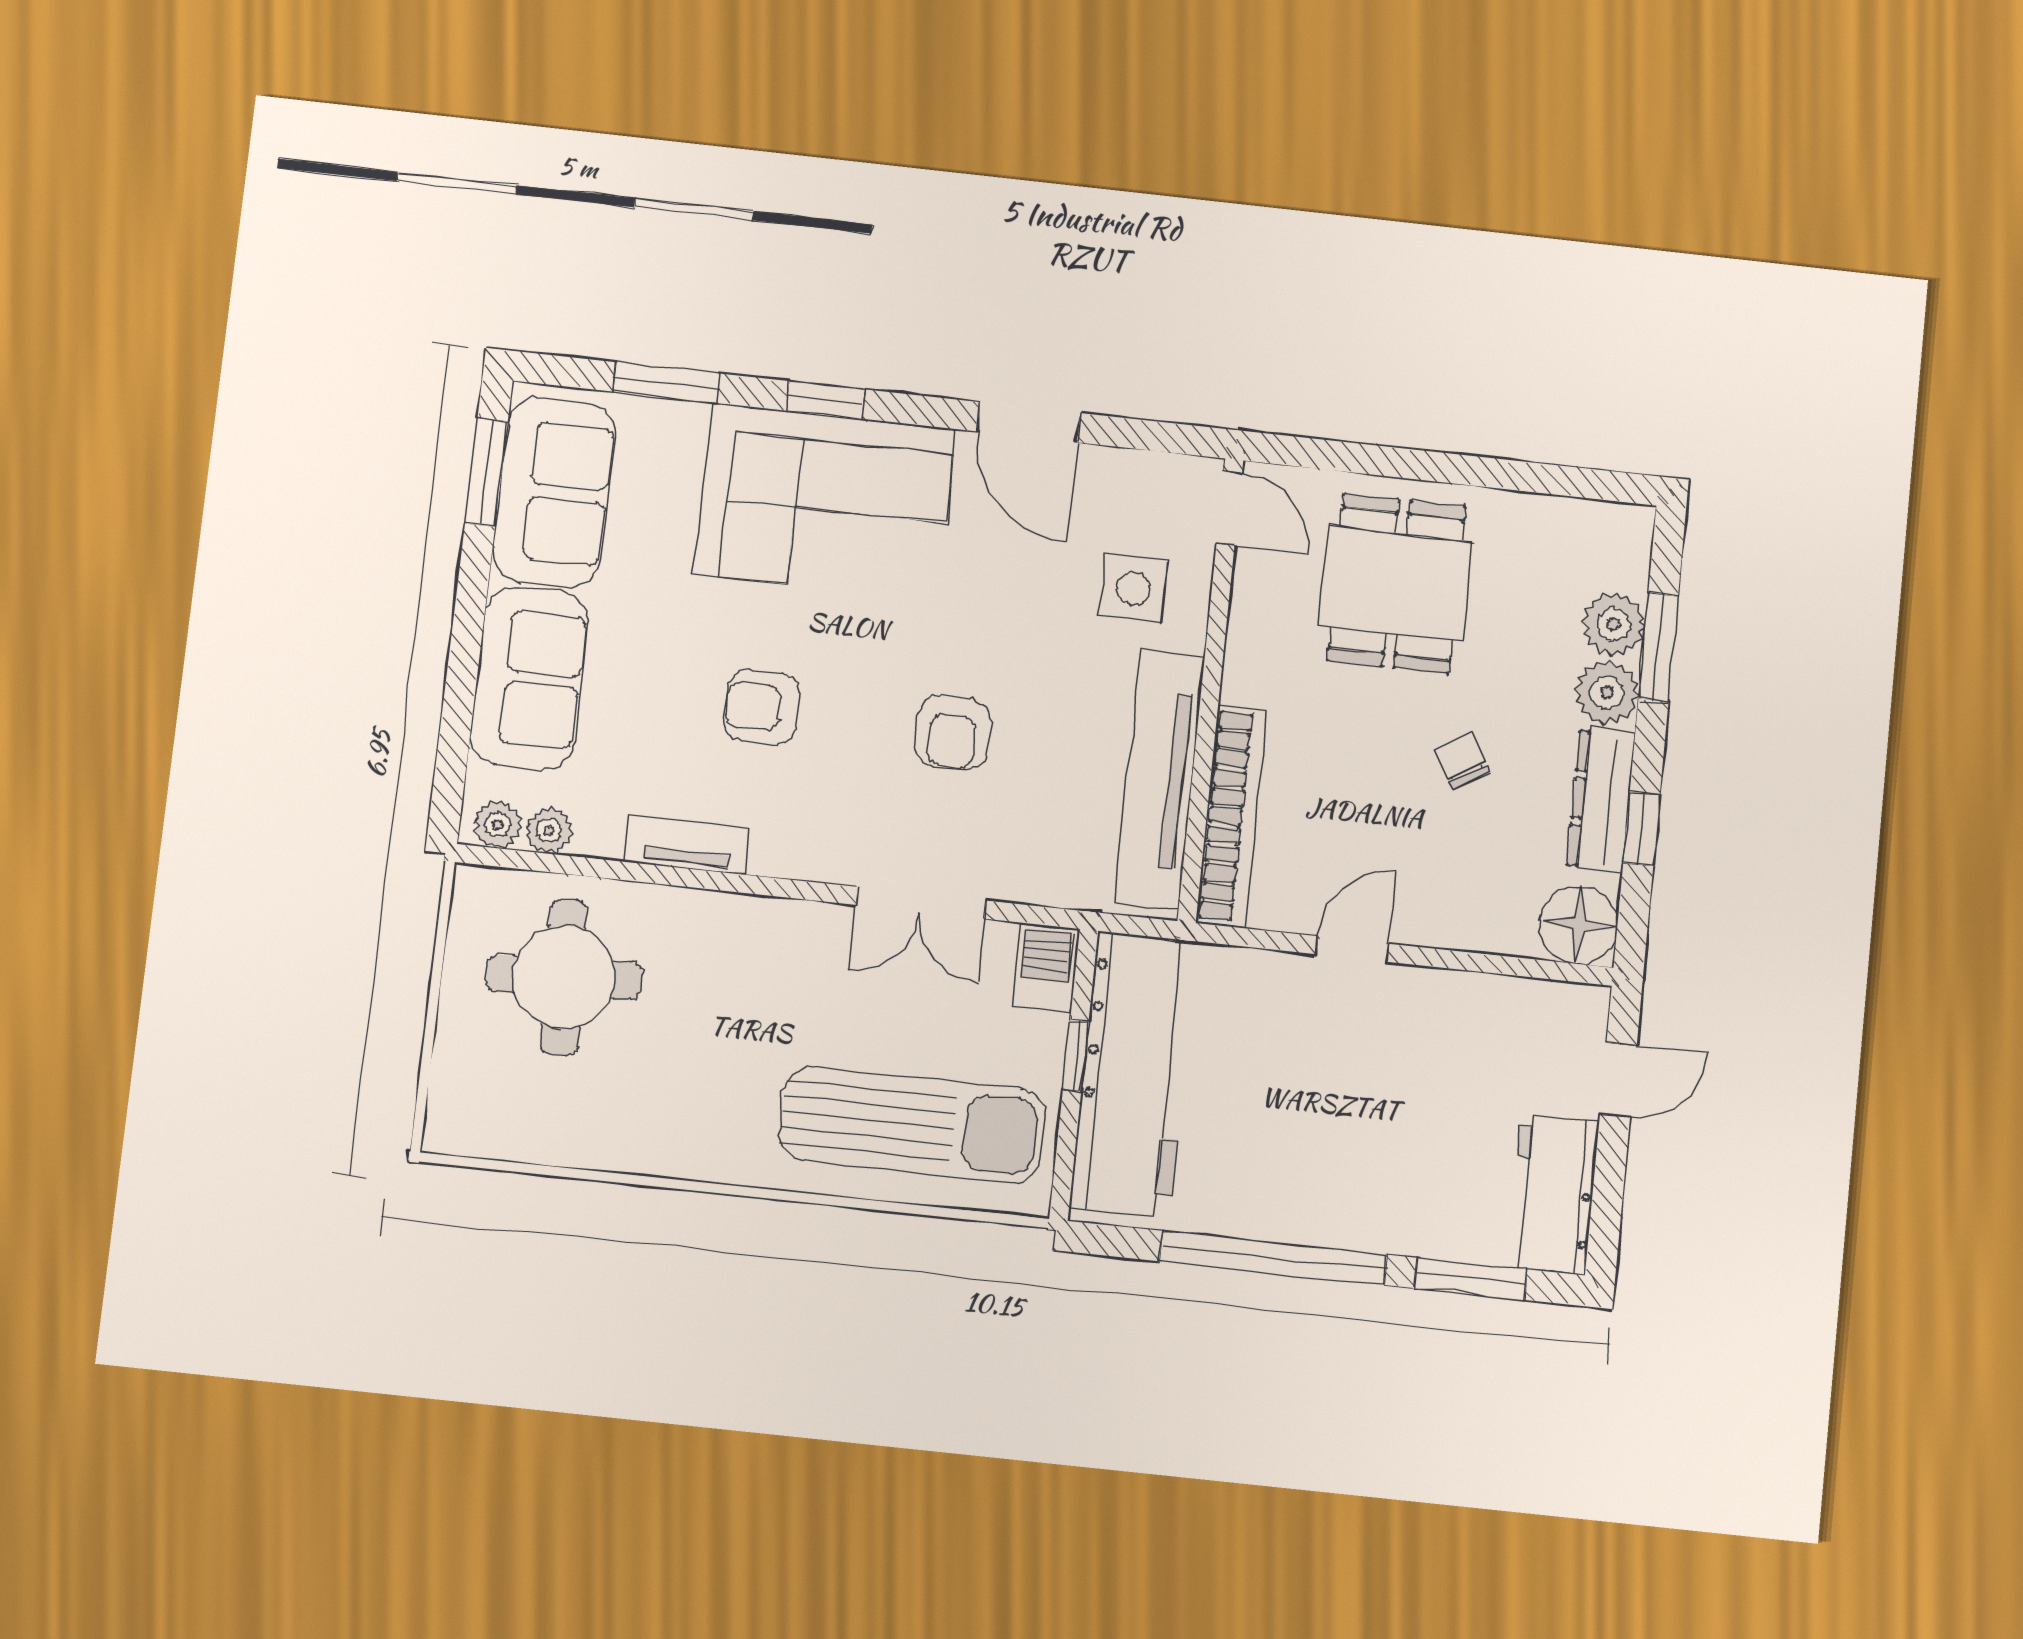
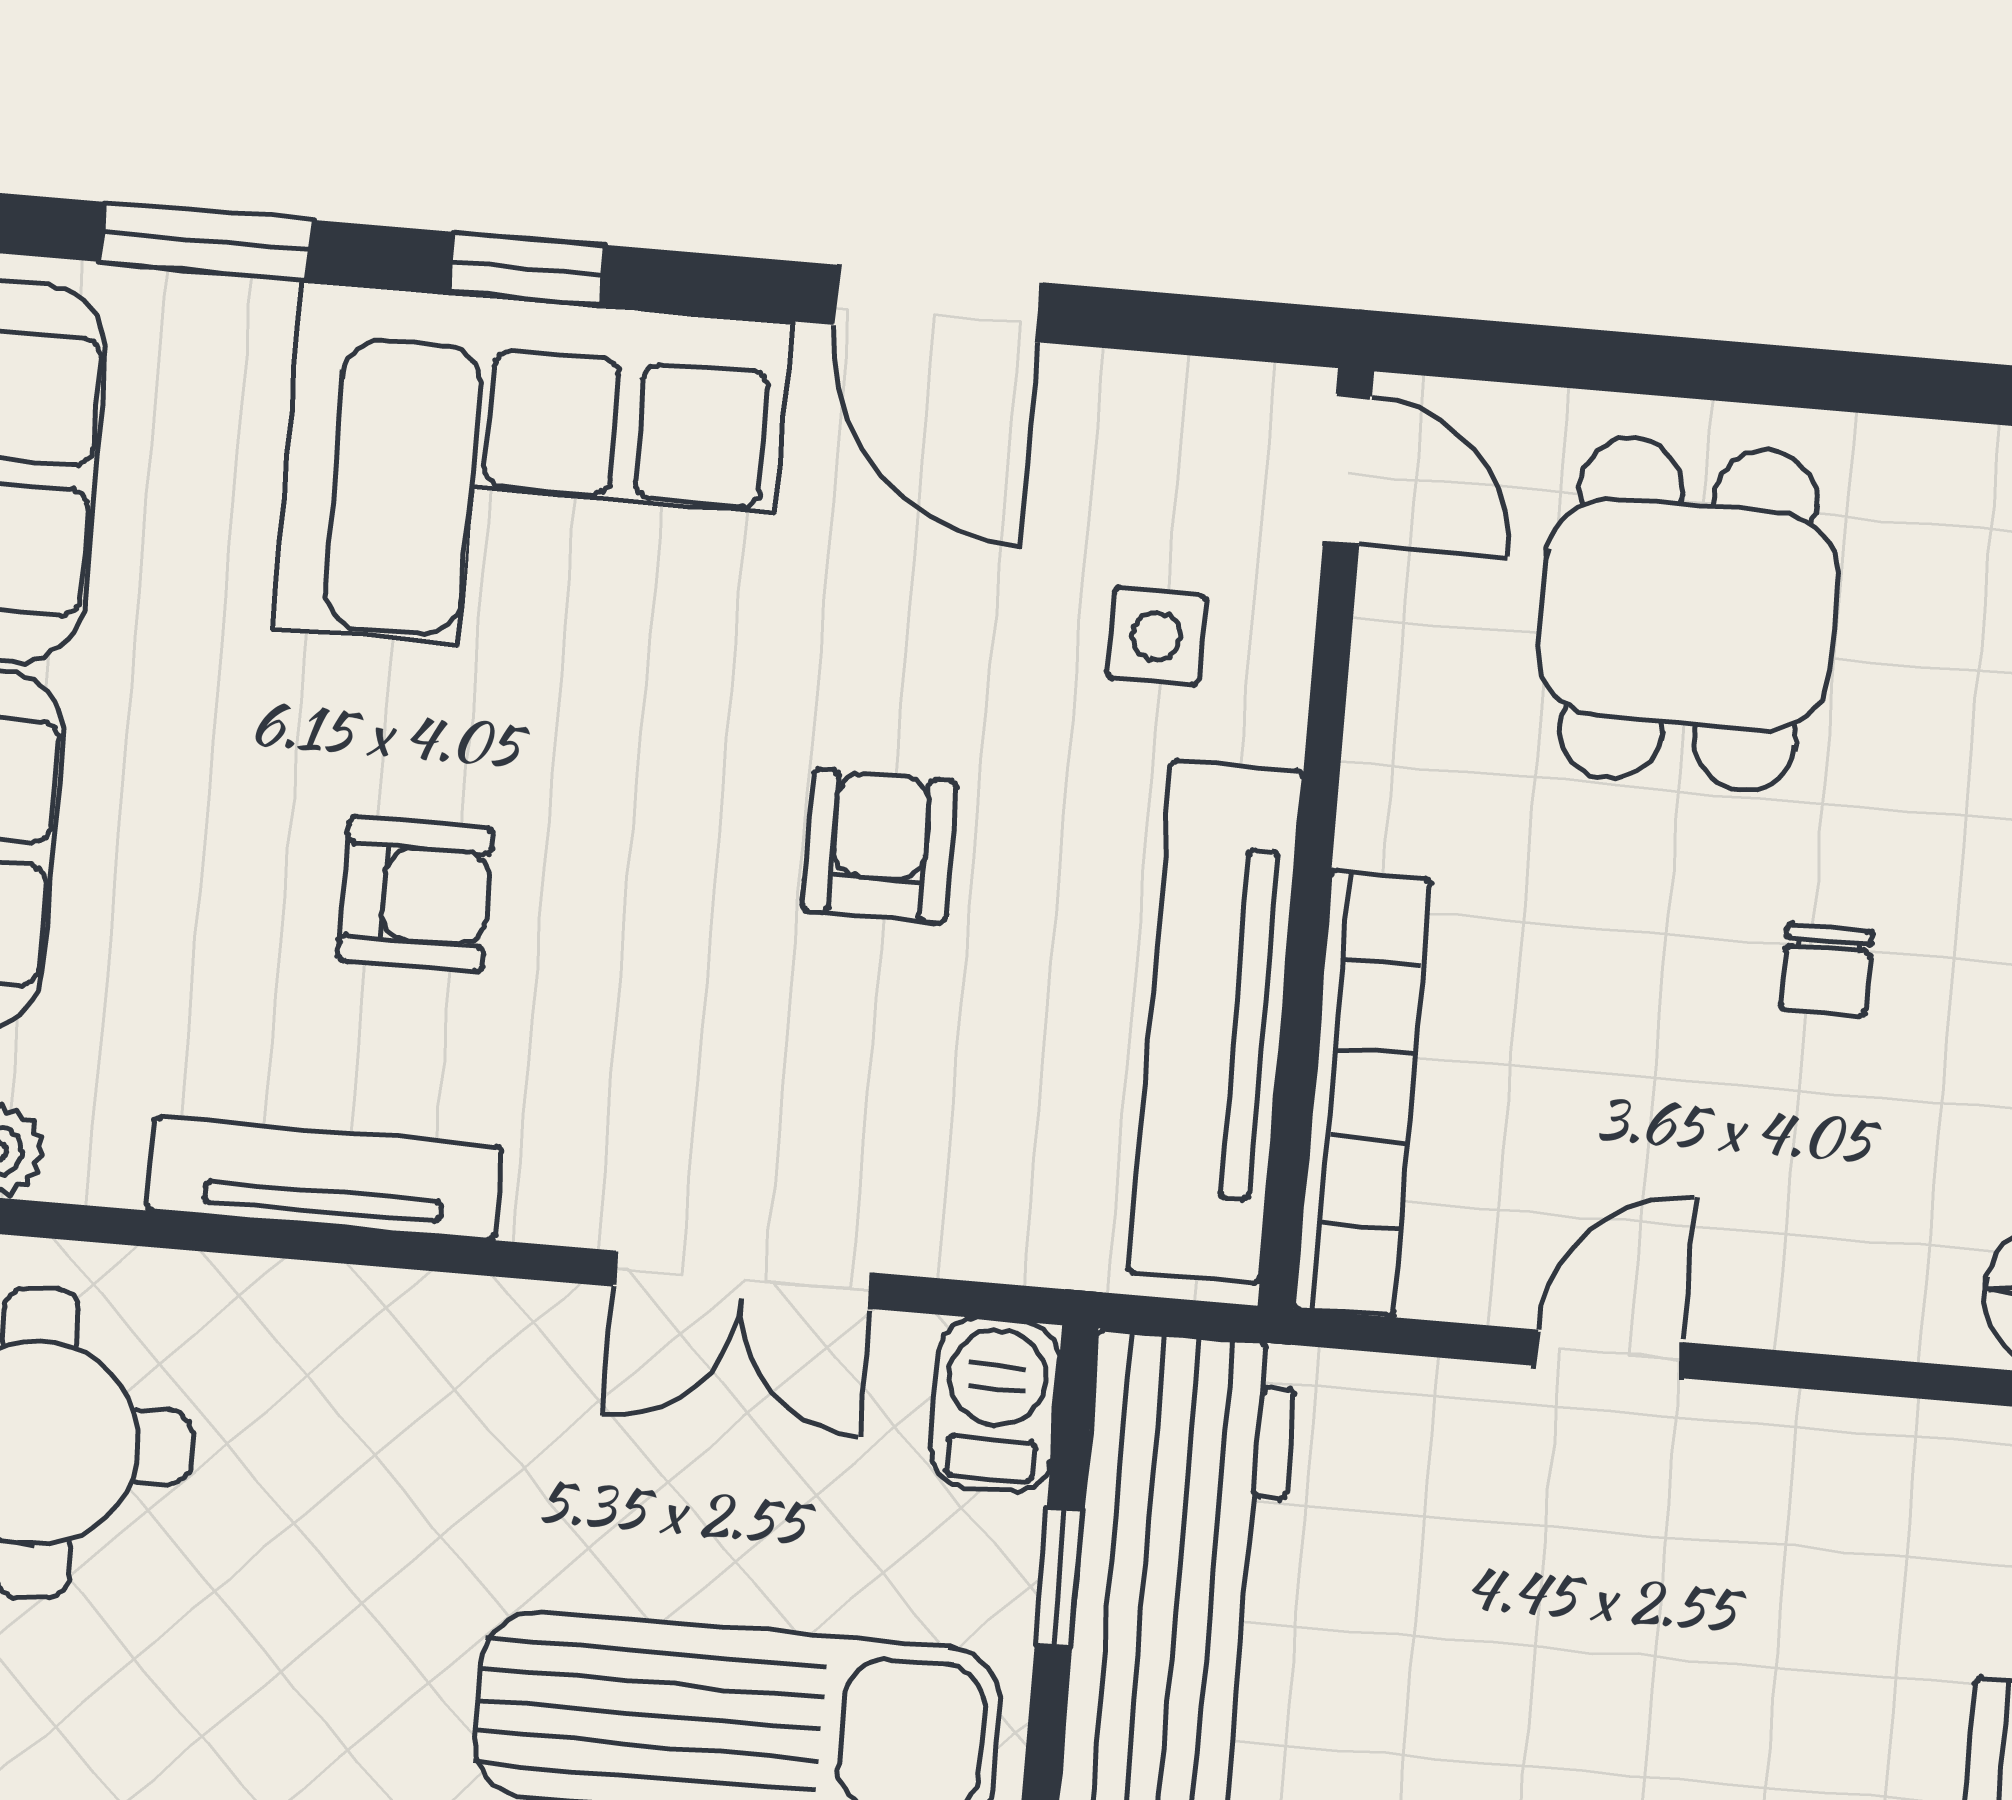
side table: (1133, 588) -> (1156, 636), width x0.73, depth x0.73
armchair: (762, 707) -> (416, 894), turned 180
armchair: (952, 733) -> (879, 846), moved, turned 180
chair: (1462, 761) -> (1826, 970), turned -150
tv unit: (687, 845) -> (324, 1178), width x1.41

